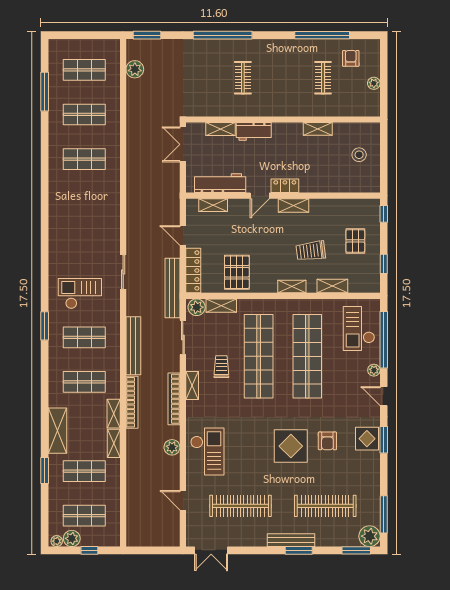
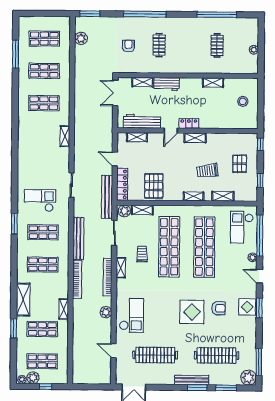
armchair: (351, 58) -> (128, 46), moved
shelving: (114, 414) -> (65, 136), moved
armchair: (327, 441) -> (218, 308), turned -90
window: (356, 550) -> (226, 388), moved

